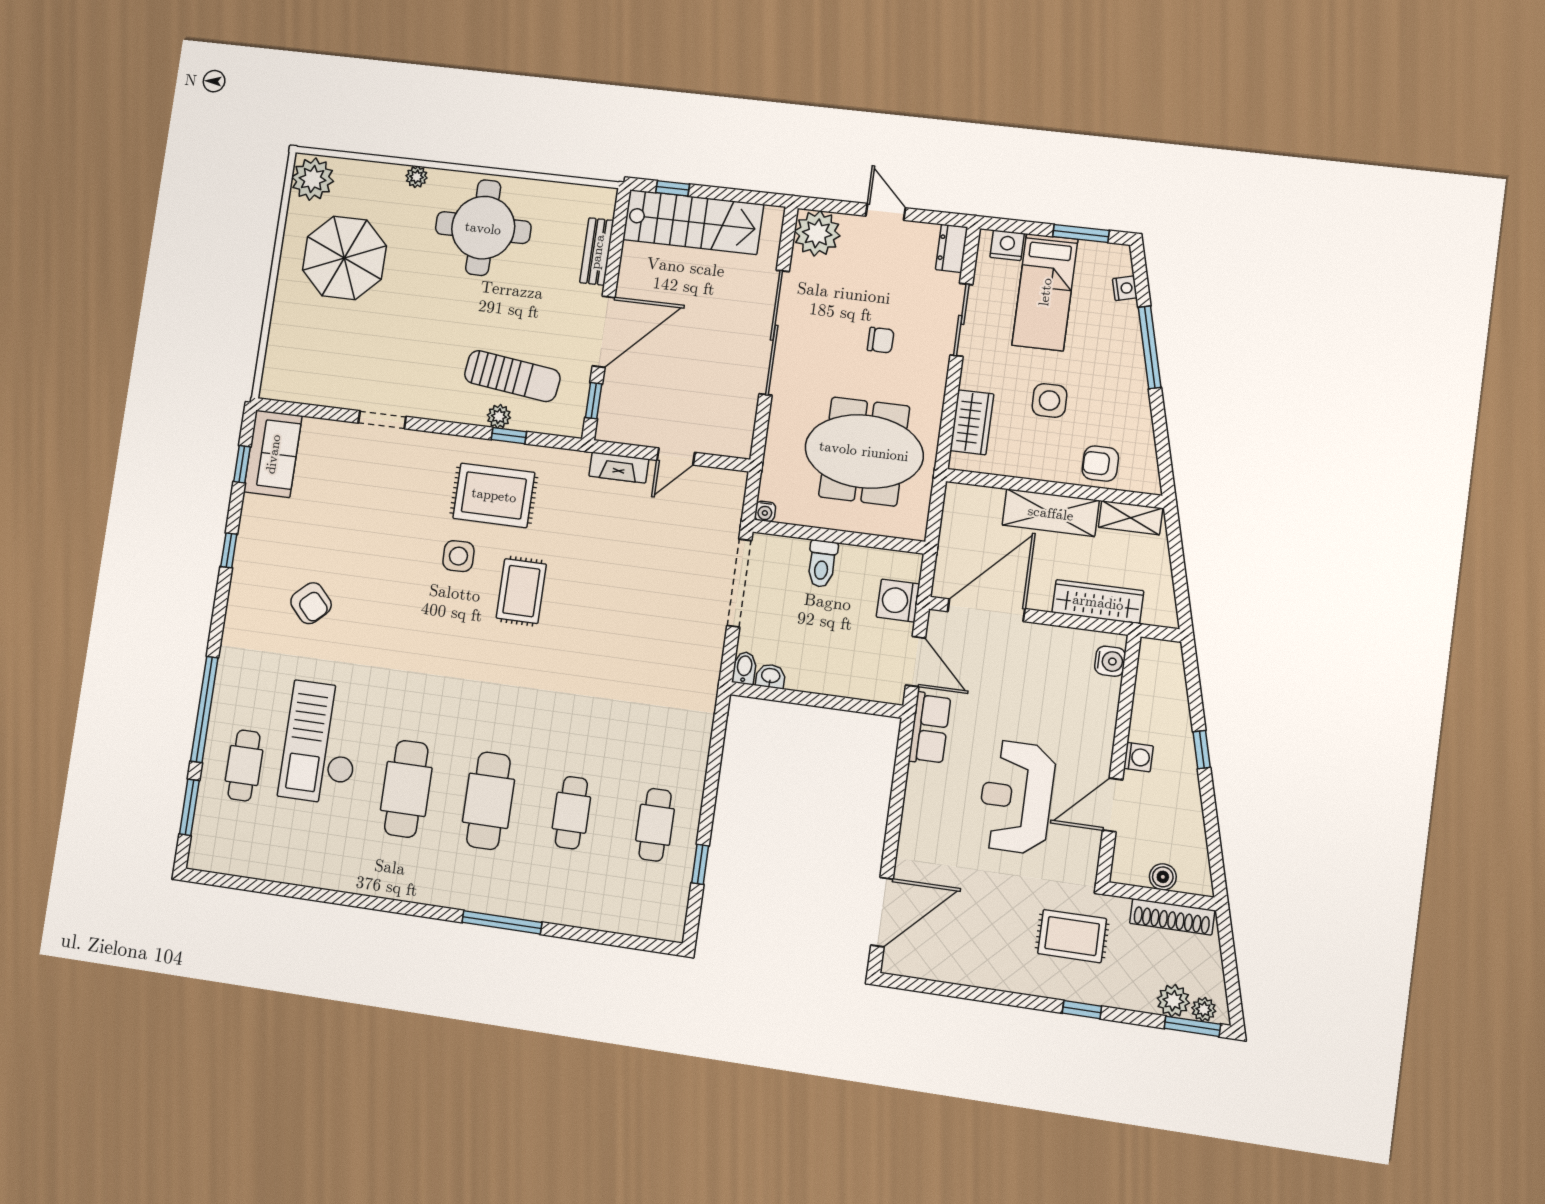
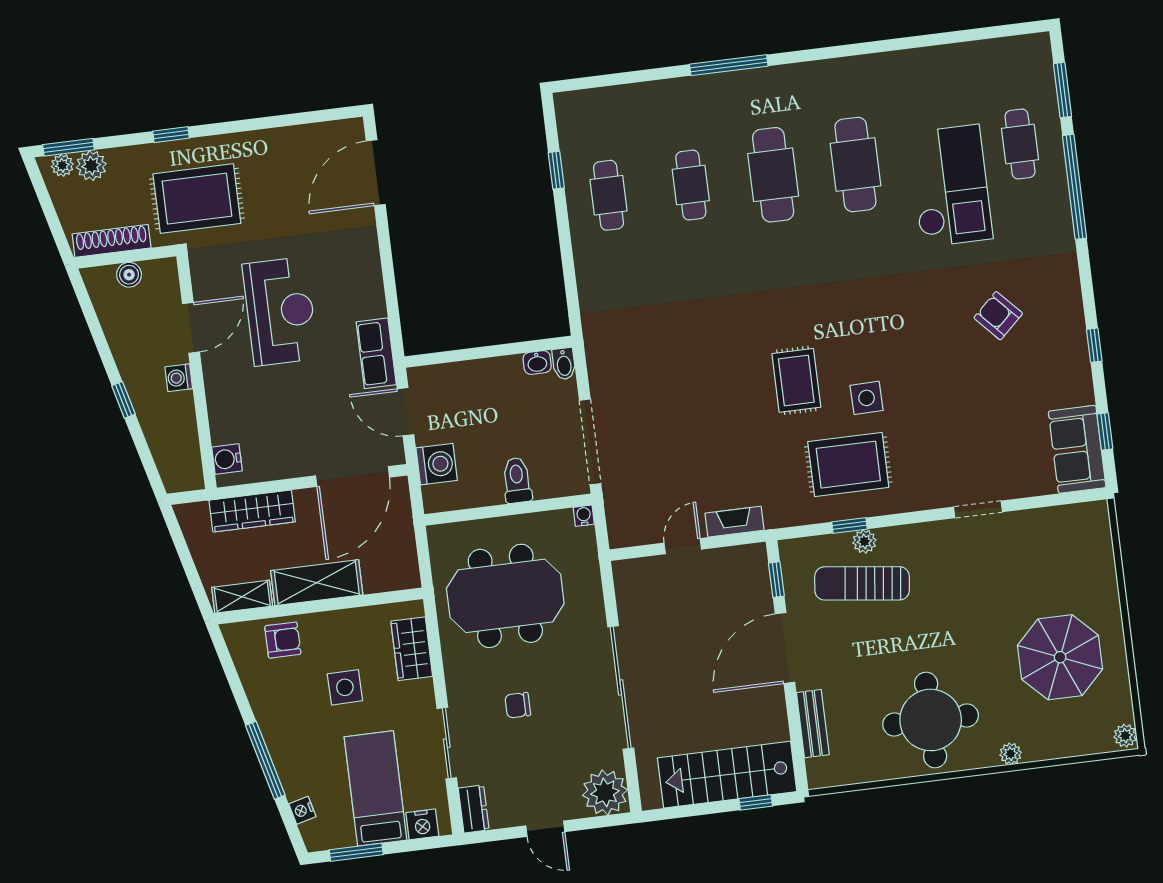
plant: (313, 179) -> (1125, 736), width x0.53, depth x0.53
rug: (1072, 936) -> (197, 199), width x1.36, depth x1.43

